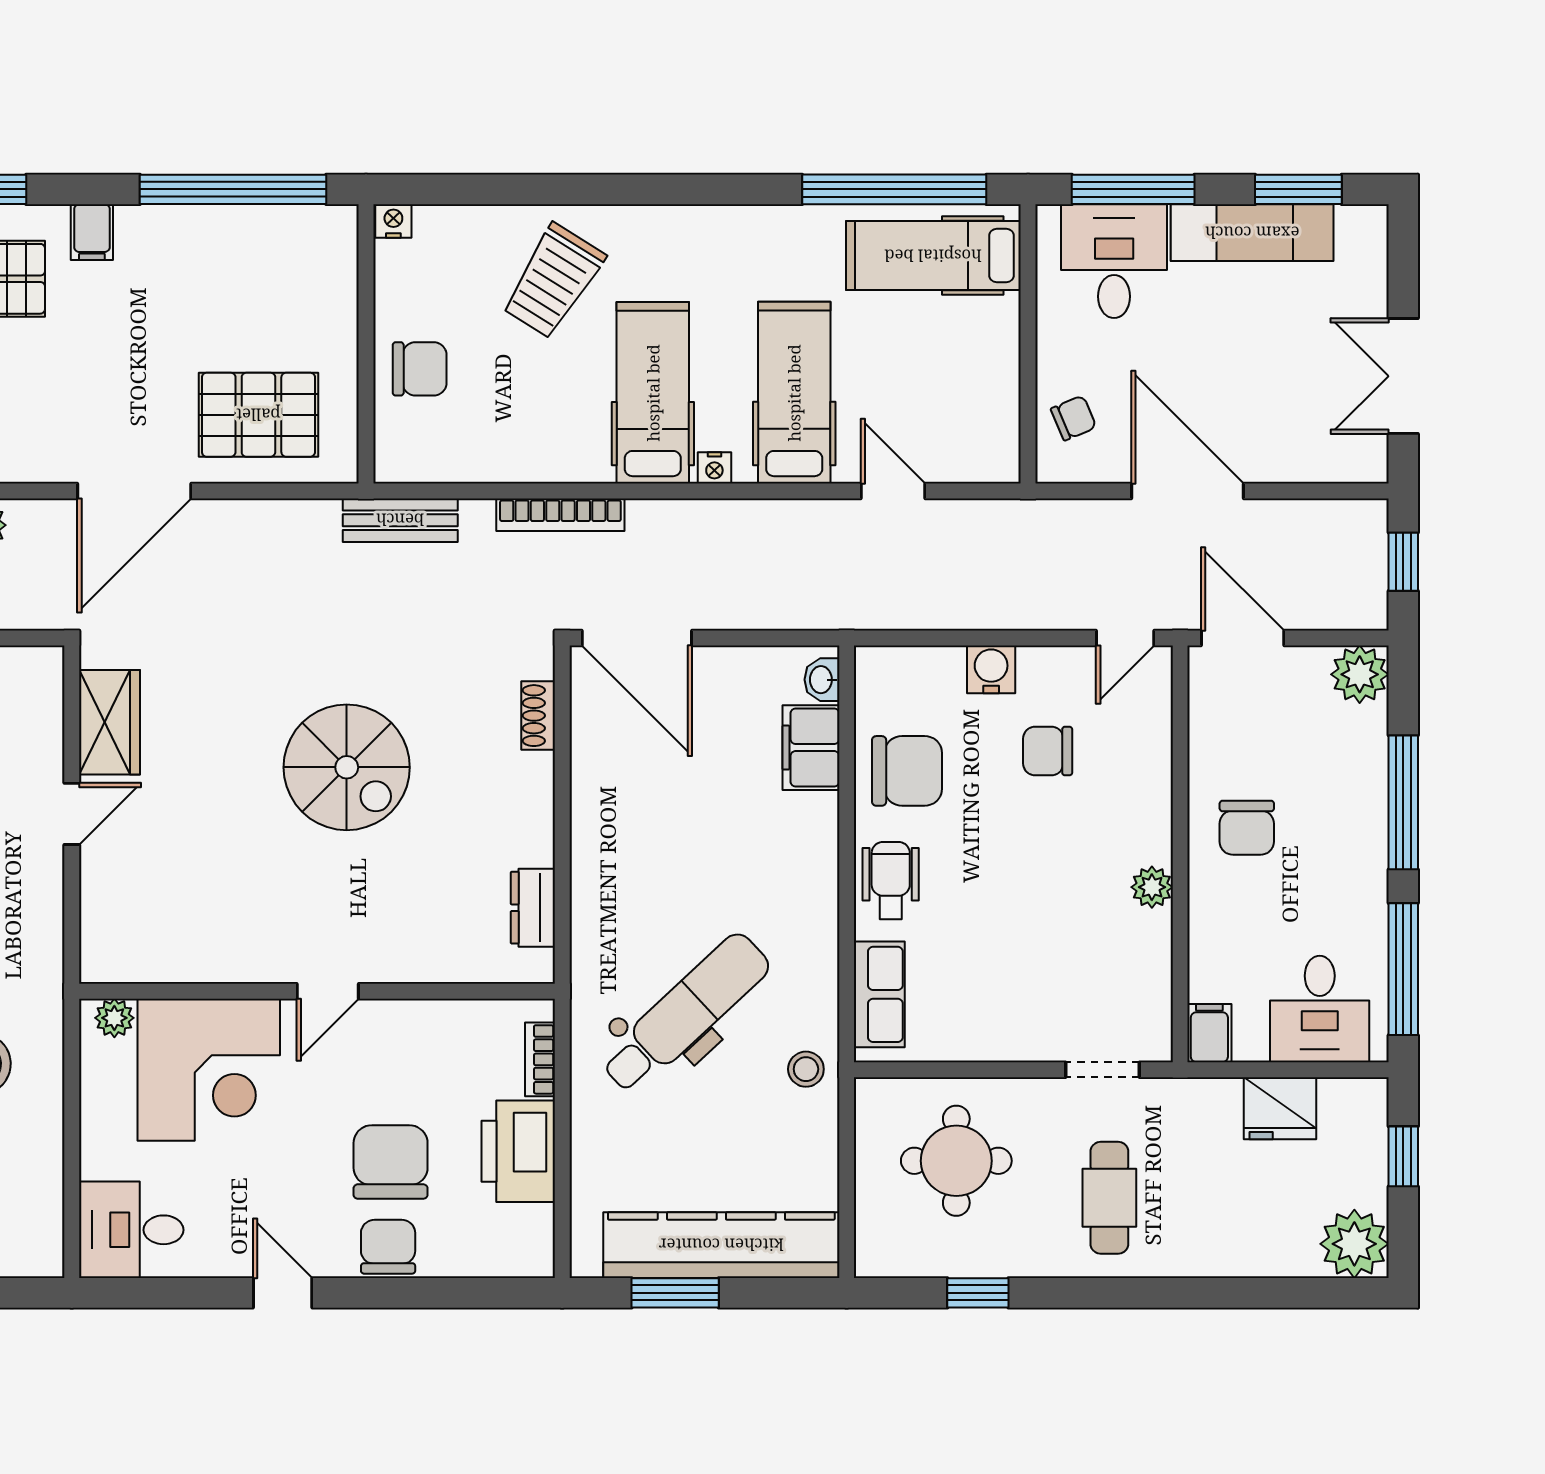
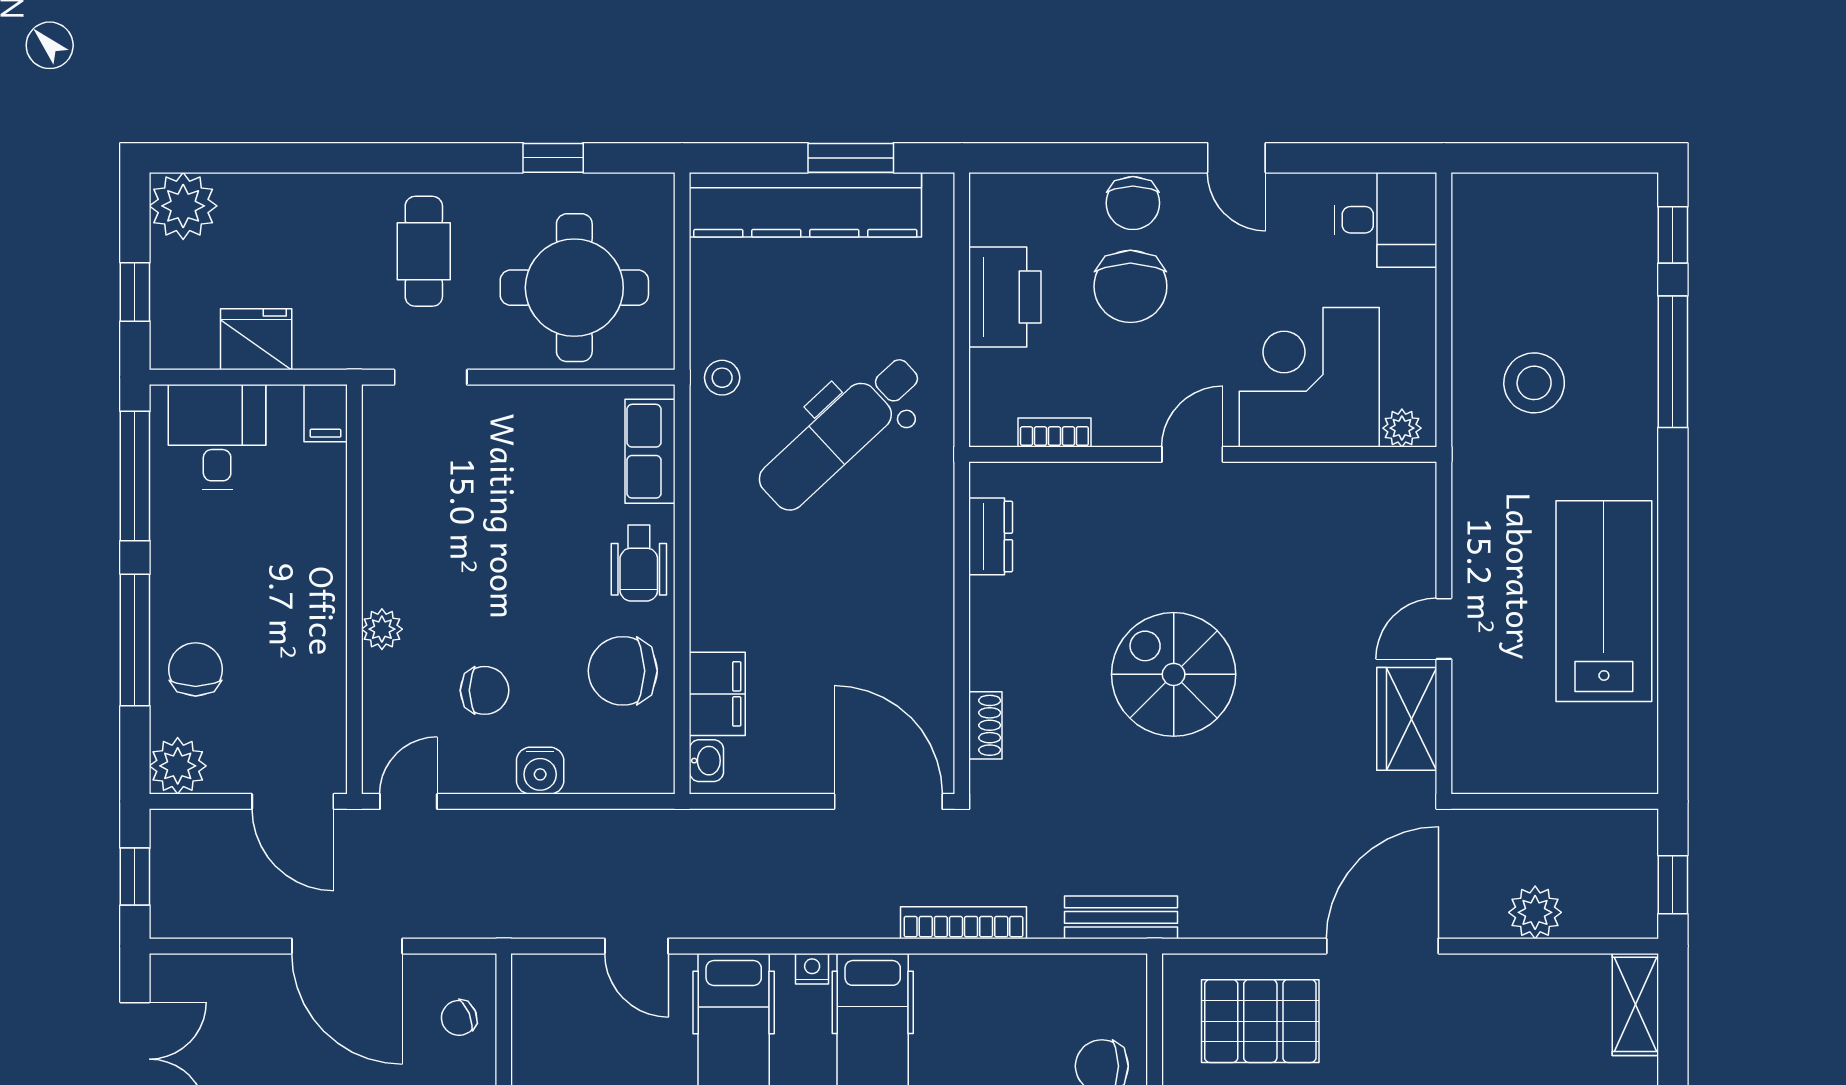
chair: (1247, 828) -> (196, 669), moved
plant: (1152, 887) -> (382, 629), moved
bookcase: (540, 1059) -> (1054, 433), moved, turned -90
round table: (956, 1161) -> (574, 288), width x1.36, depth x1.36

